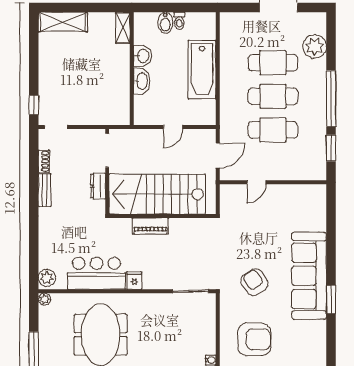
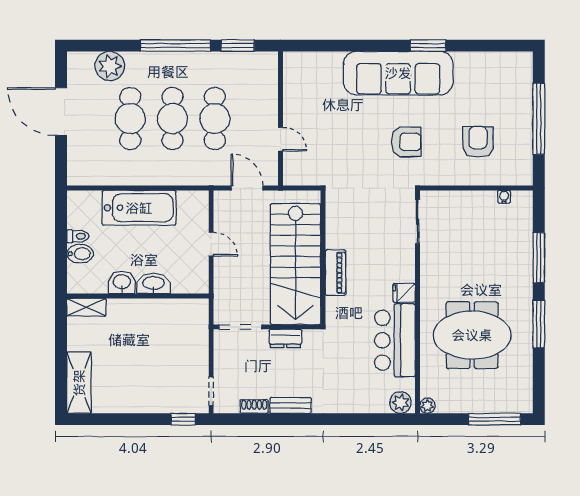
armchair: (254, 282) -> (406, 142), turned -147
armchair: (254, 339) -> (478, 142), width x0.73, depth x0.73

